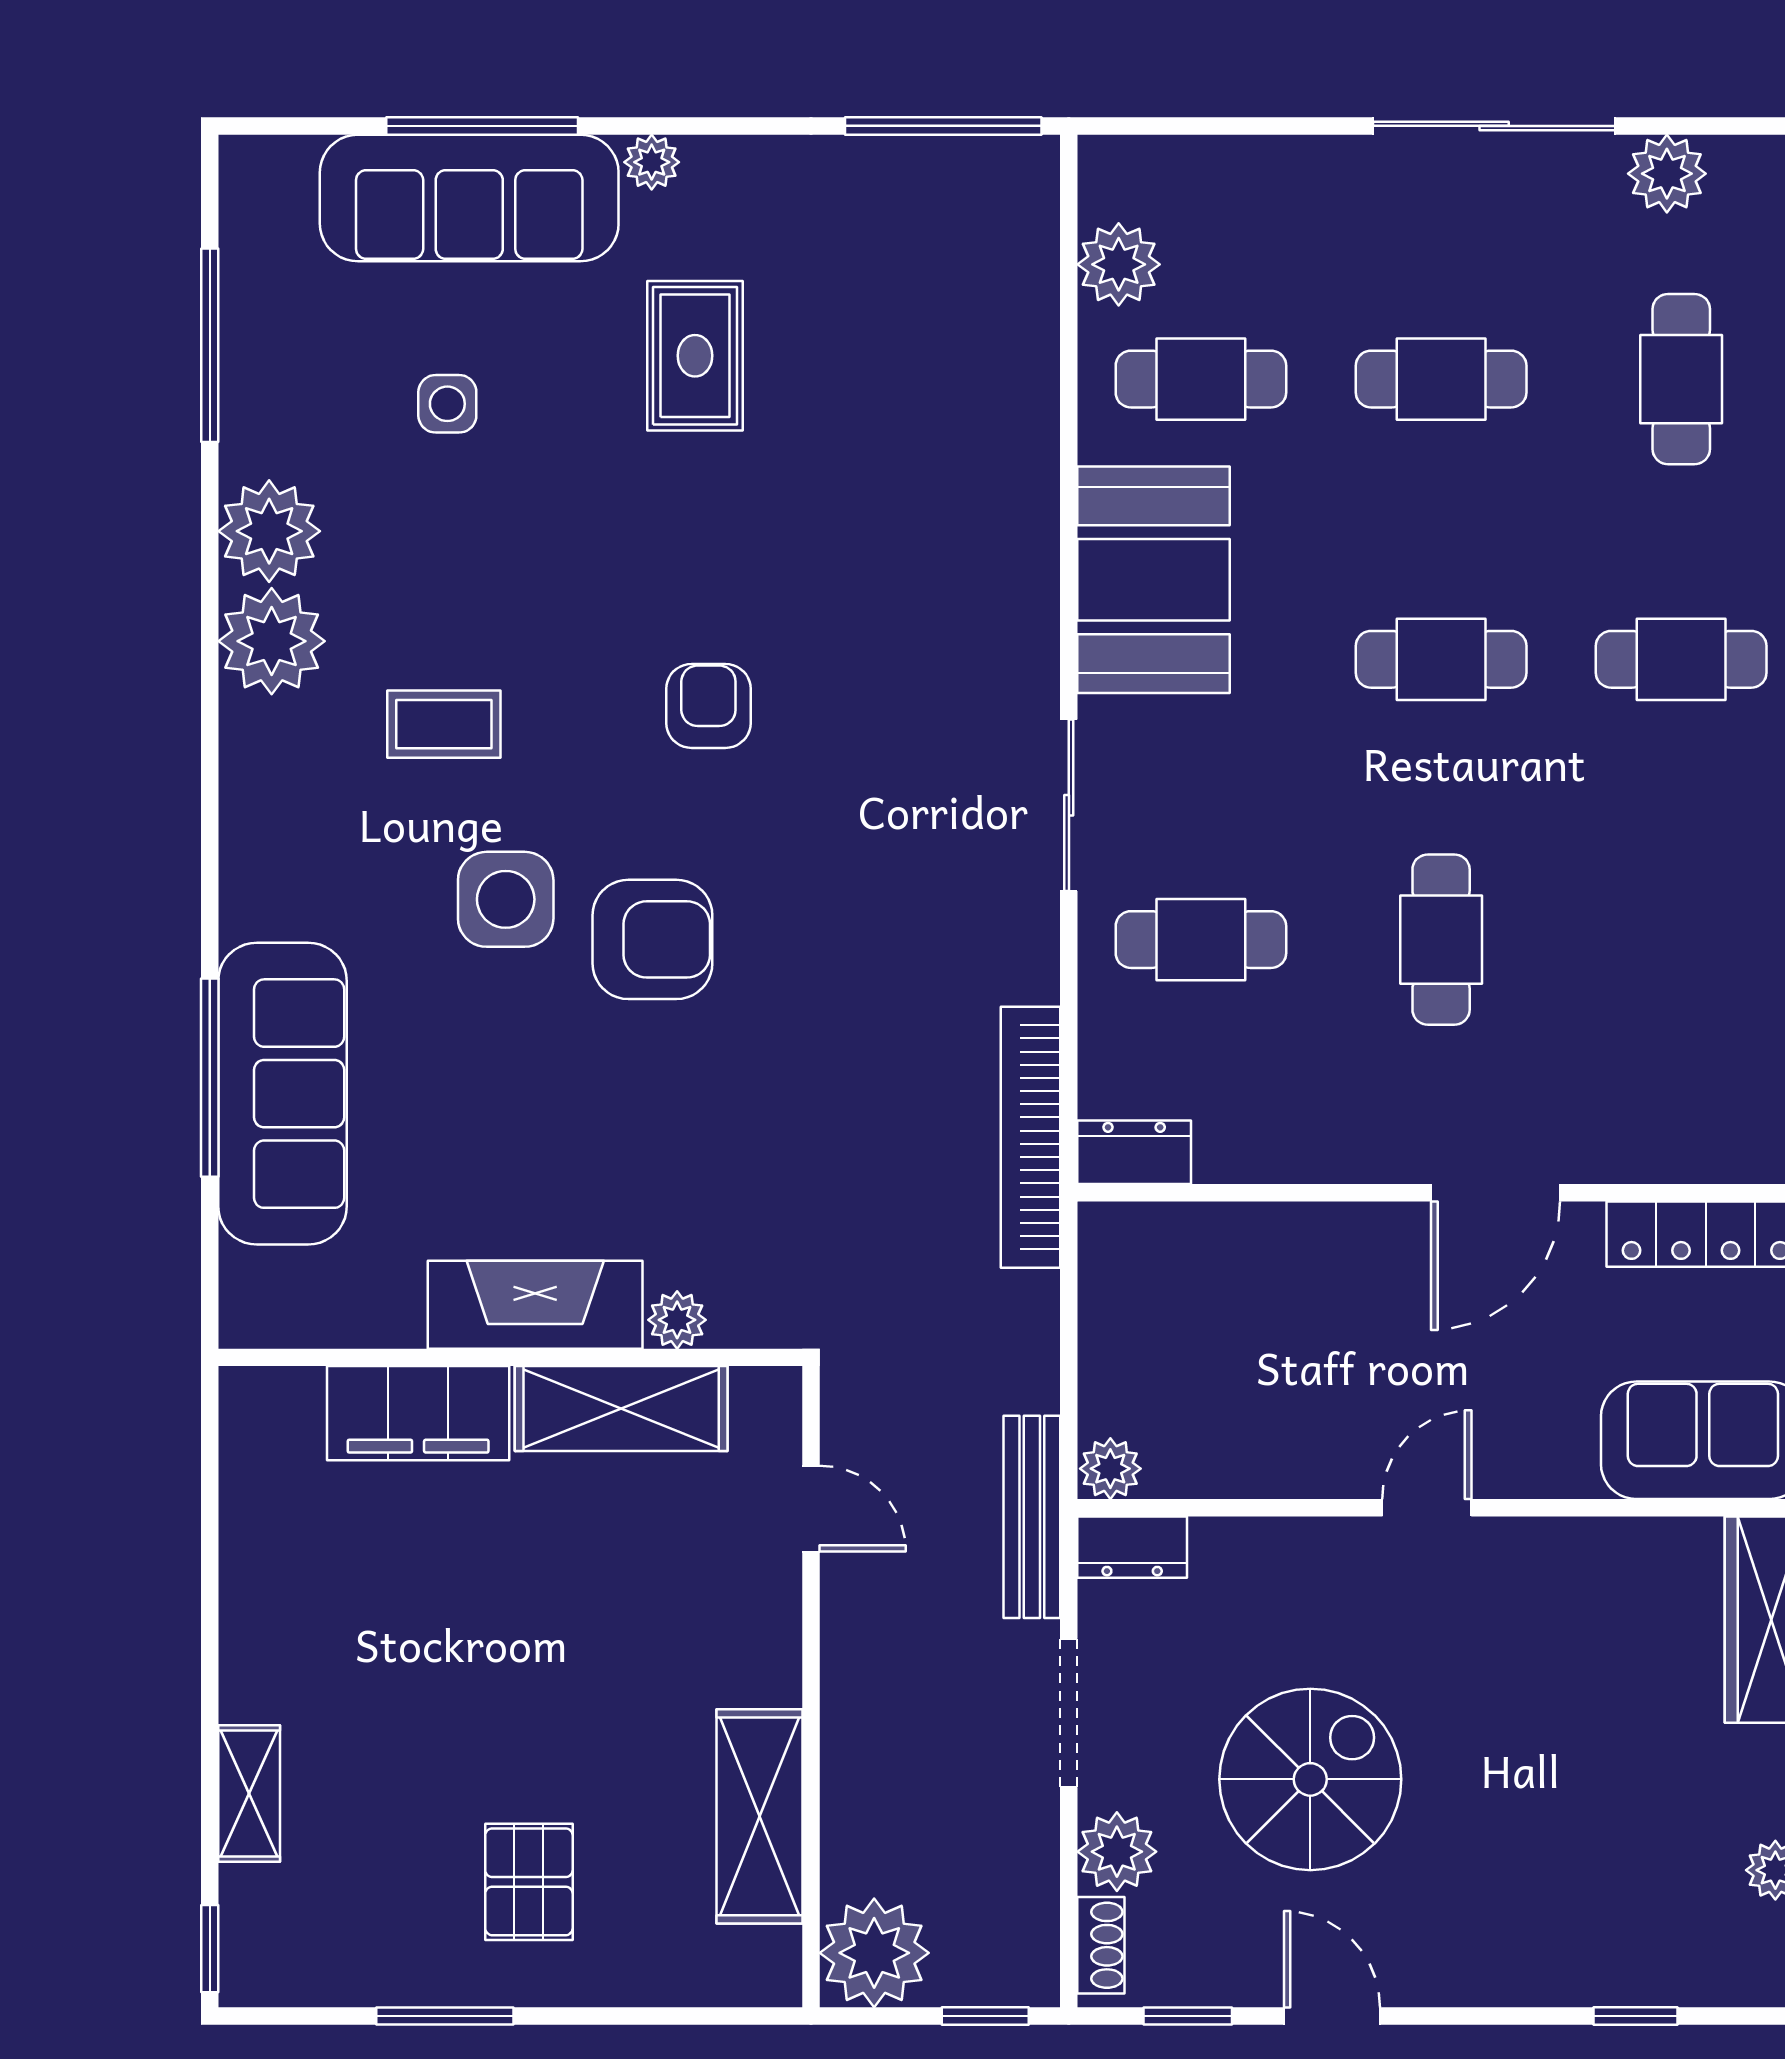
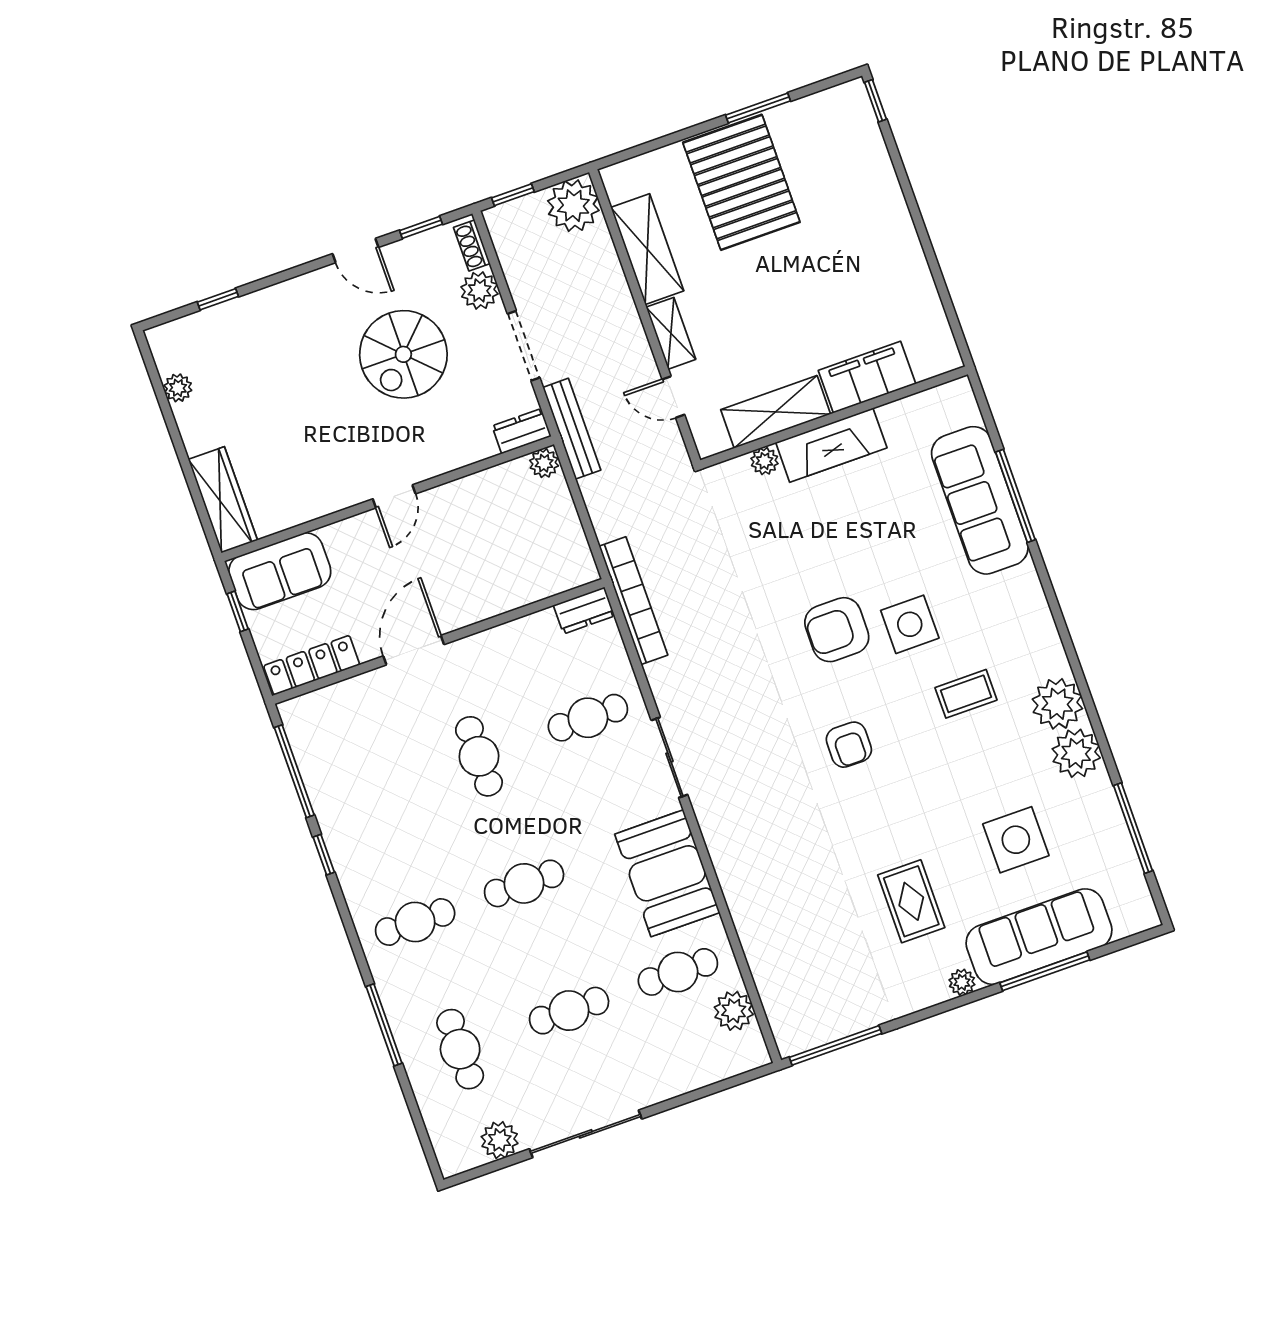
side table: (447, 404) -> (1016, 840), width x1.87, depth x1.87
shelving: (249, 1794) -> (671, 333), moved
pallet: (529, 1882) -> (741, 182), width x2.05, depth x2.00

